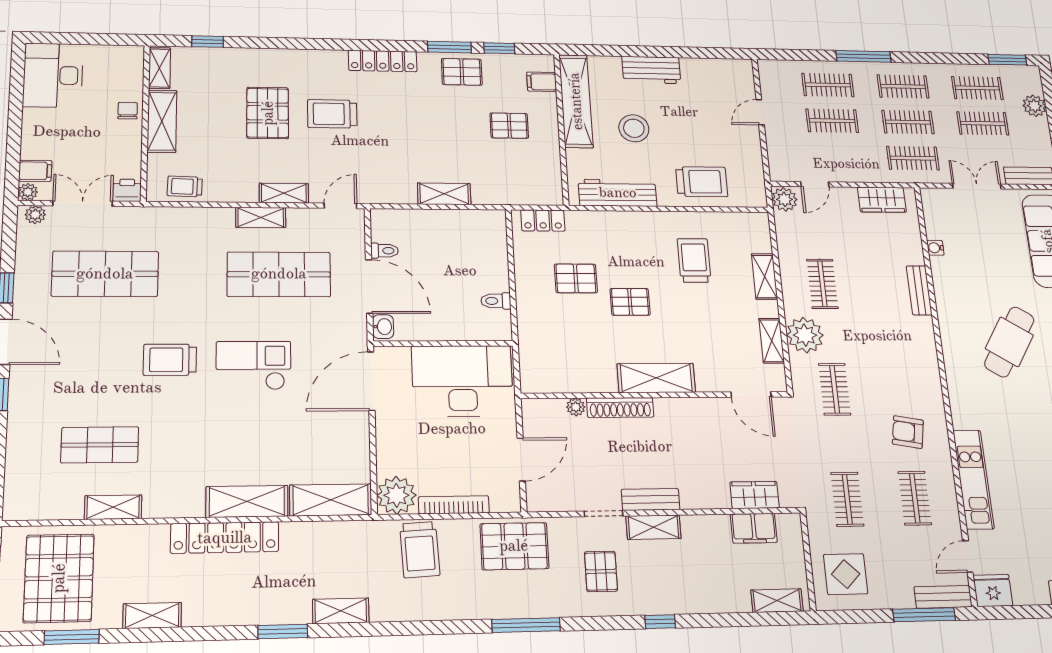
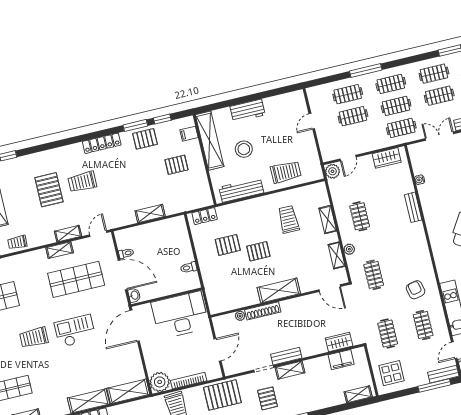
plant: (805, 335) -> (349, 249), width x0.53, depth x0.53
armchair: (908, 432) -> (416, 290), turned 67

